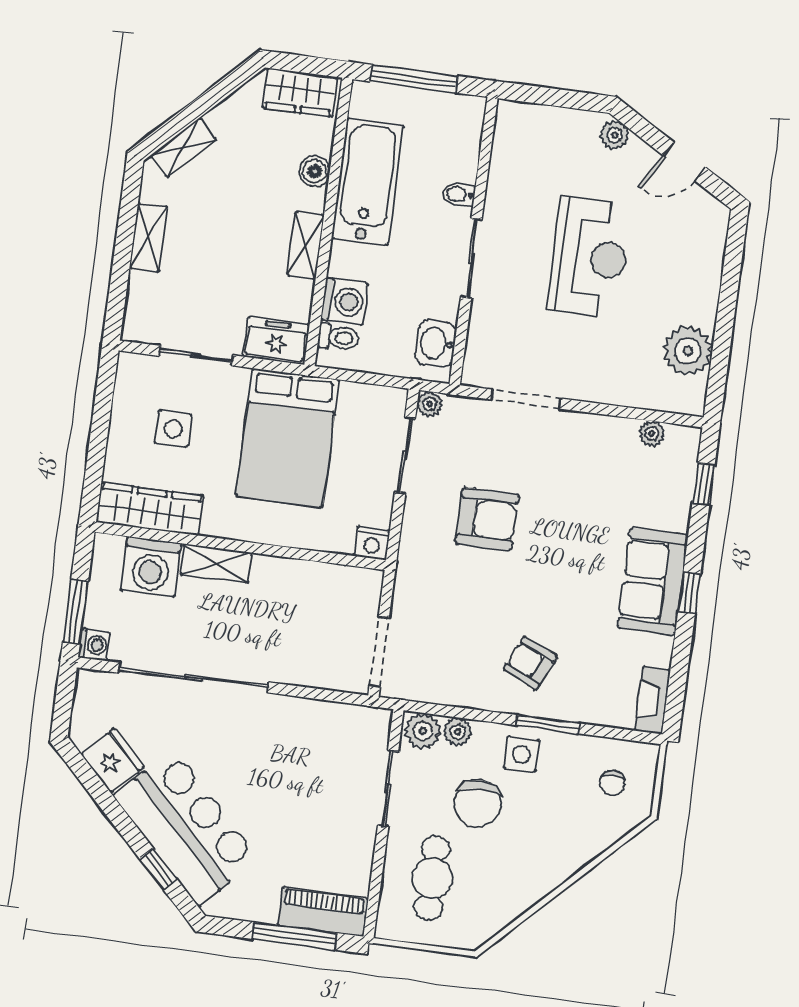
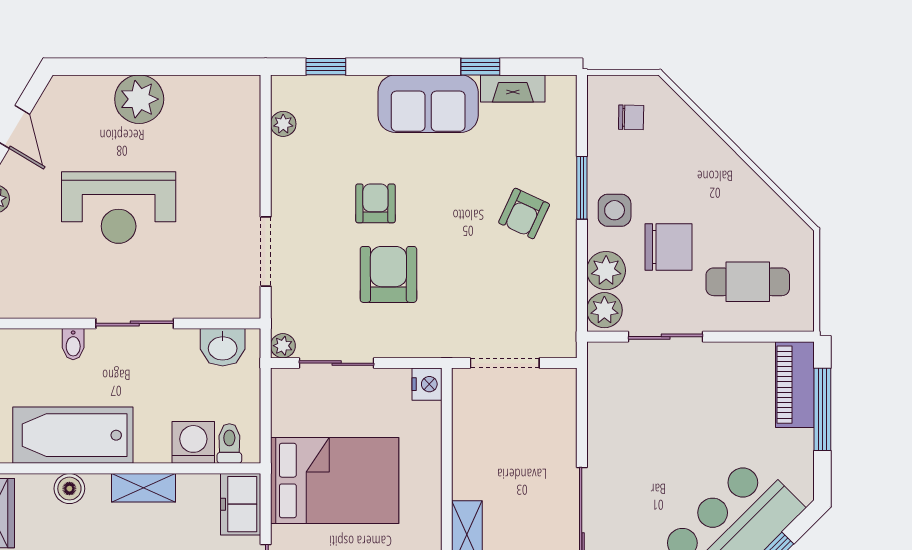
reception desk: (590, 258) -> (119, 208), turned 180
plant: (688, 351) -> (139, 99), moved
armchair: (560, 516) -> (375, 203), added
window: (689, 593) -> (480, 67), moved
doorway: (379, 652) -> (505, 363), moved
fireplace: (653, 700) -> (513, 88), moved
plant: (458, 732) -> (606, 271), width x1.38, depth x1.38

